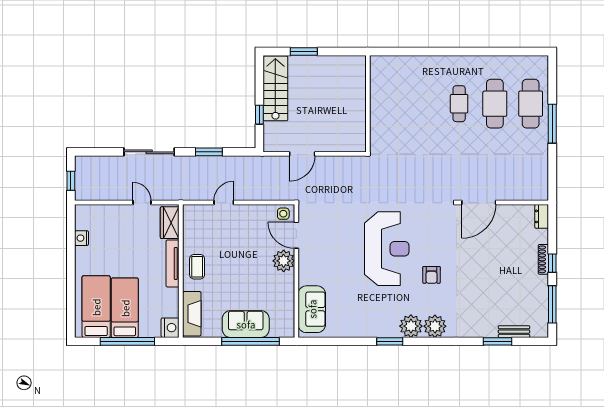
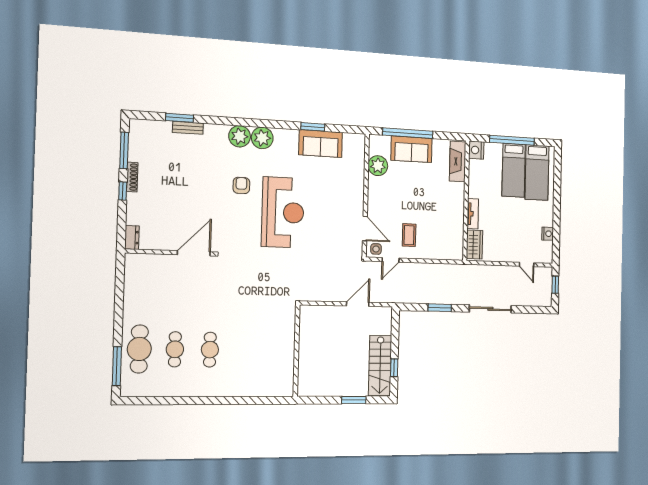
cafe table: (495, 104) -> (175, 349), width x0.73, depth x0.74
window: (259, 115) -> (394, 368), moved
window: (552, 124) -> (117, 366), moved
door: (142, 203) -> (527, 264), moved
door: (224, 203) -> (391, 260), moved
reception desk: (387, 249) -> (283, 212), turned 180
shoe rack: (543, 259) -> (132, 177), moved
plant: (284, 261) -> (378, 166), moved
tv unit: (173, 263) -> (473, 214), width x0.71
coffee table: (197, 267) -> (409, 235), moved
sofa: (312, 309) -> (321, 144), moved, turned -90
bench: (514, 332) -> (188, 128), moved
window: (390, 341) -> (313, 127), moved

